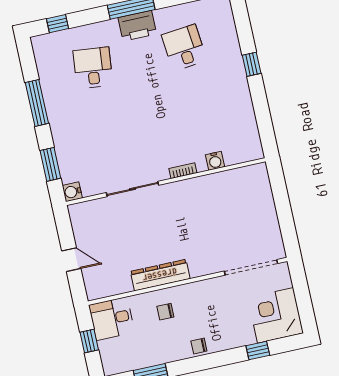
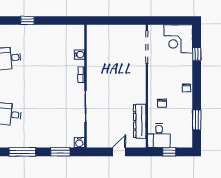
dresser: (160, 275) -> (140, 121), moved

